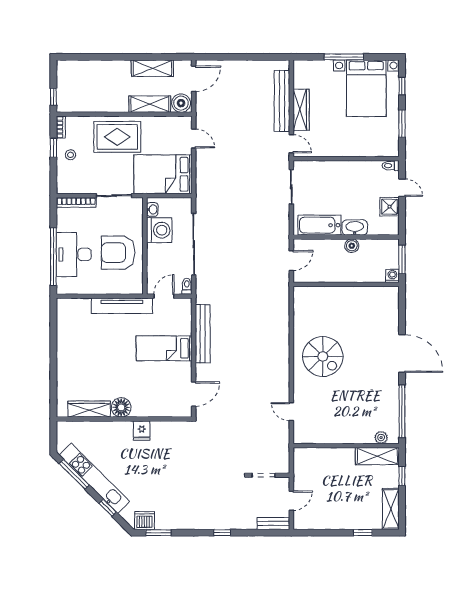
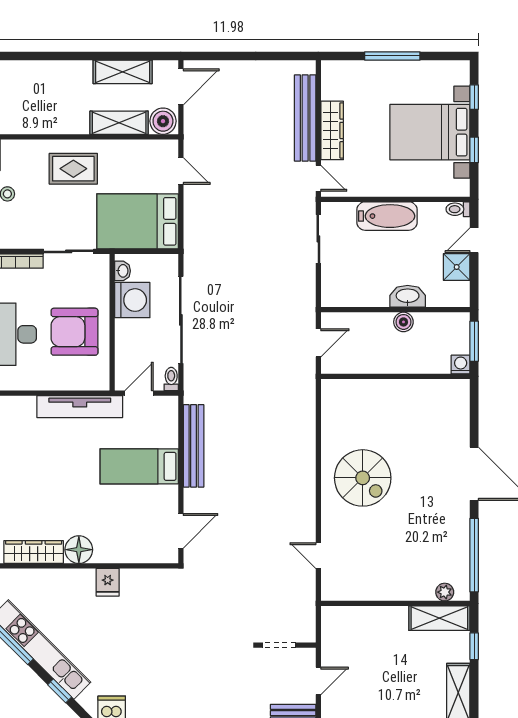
bed with nightstands: (366, 88) -> (430, 132), moved, turned 90
window: (402, 123) -> (474, 150), width x0.67
rug: (117, 137) -> (73, 169), width x0.73, depth x0.70
door: (402, 188) -> (474, 240), swing flipped
bathtub: (319, 225) -> (387, 216), moved, turned 180

